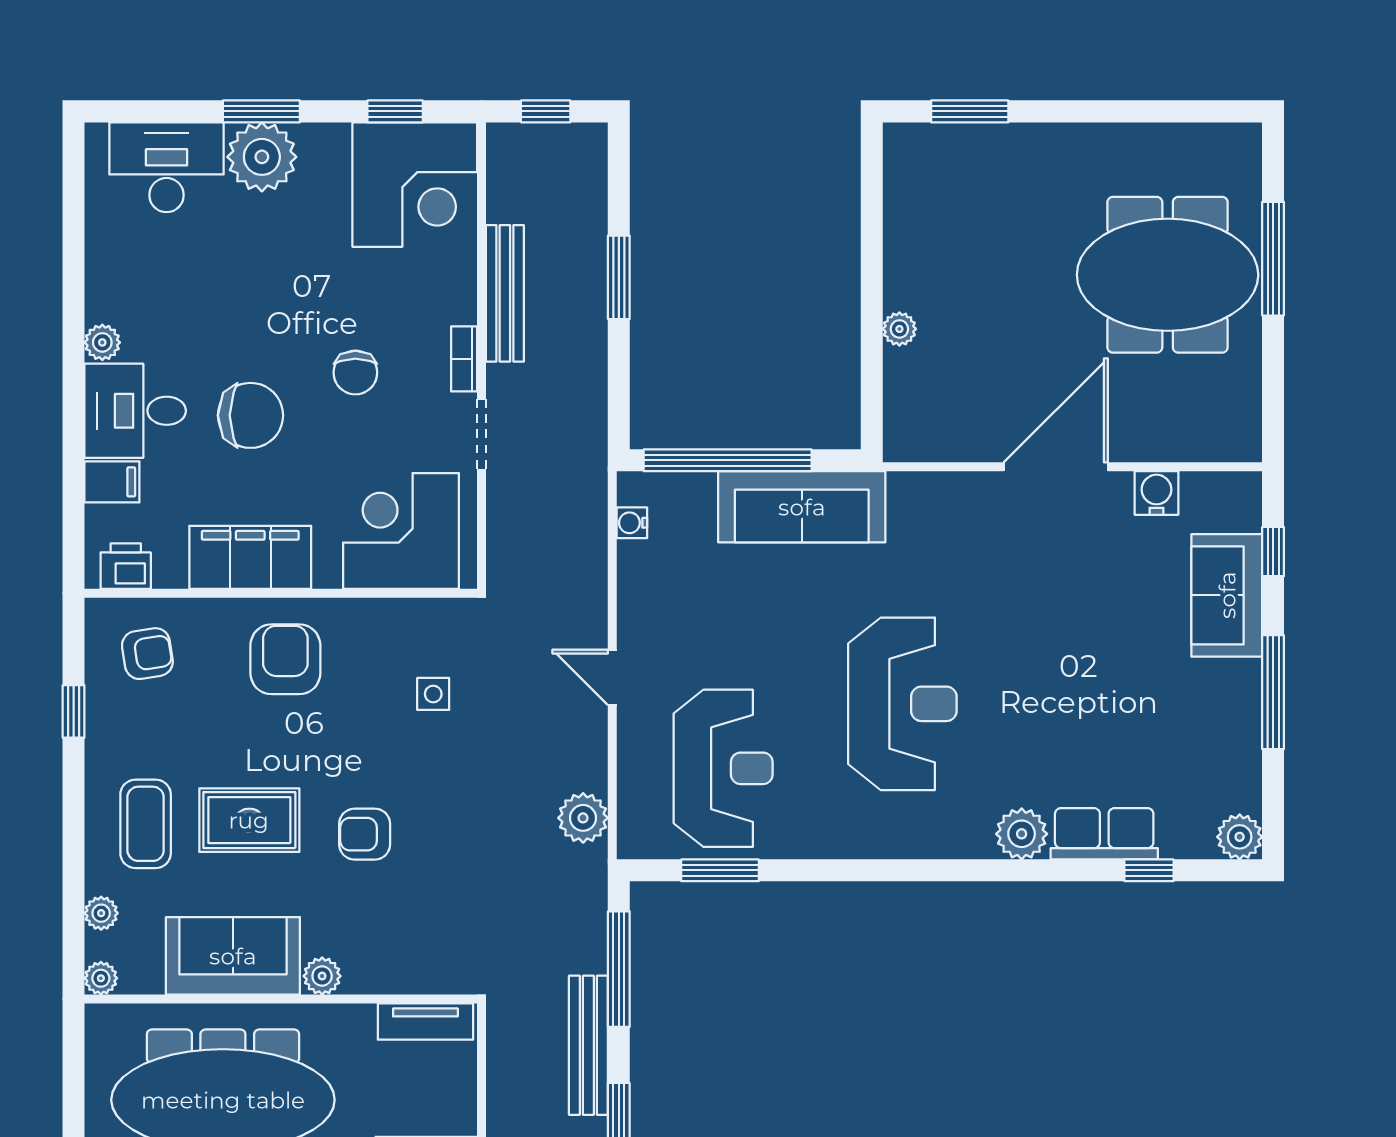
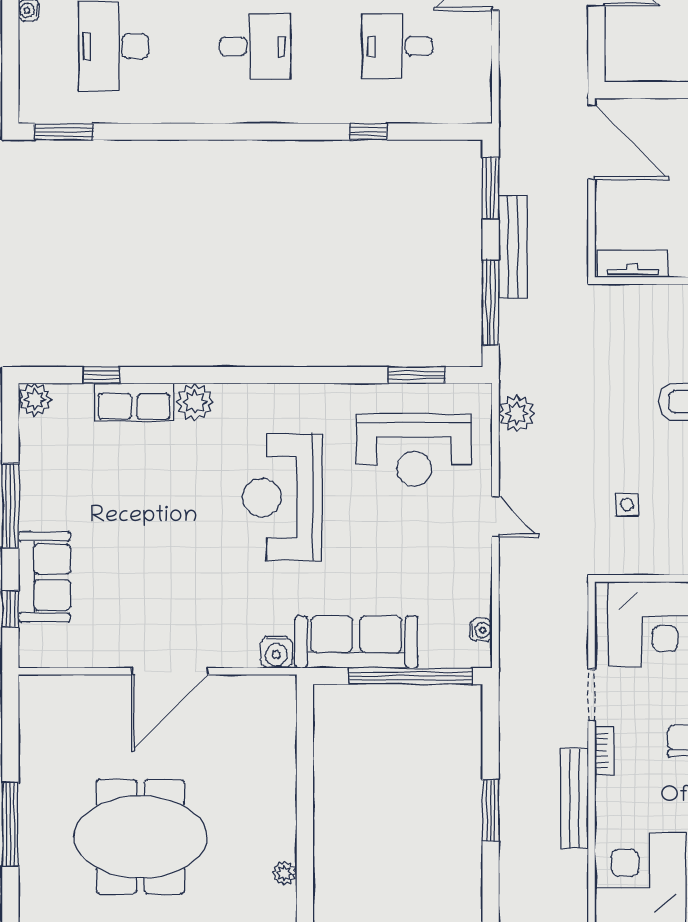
meeting table: (1168, 275) -> (141, 837), moved
plant: (899, 329) -> (285, 873), moved
water cooler: (1156, 493) -> (276, 652), moved
reception desk: (723, 768) -> (414, 450), turned -90

